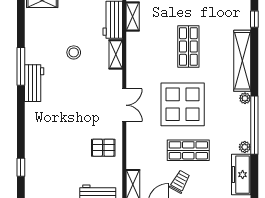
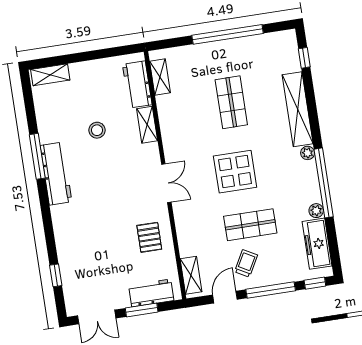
workbench: (34, 83) -> (56, 174), width x1.37
display table: (183, 104) -> (235, 172), width x0.73, depth x0.73
pallet: (103, 148) -> (149, 237), turned 90

